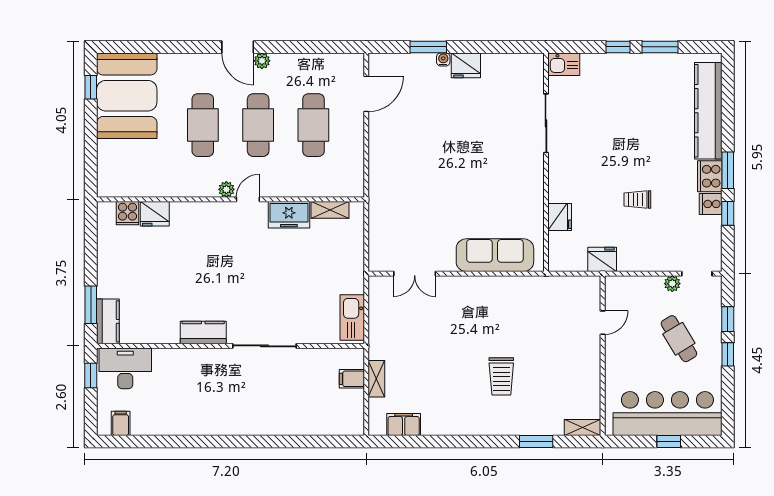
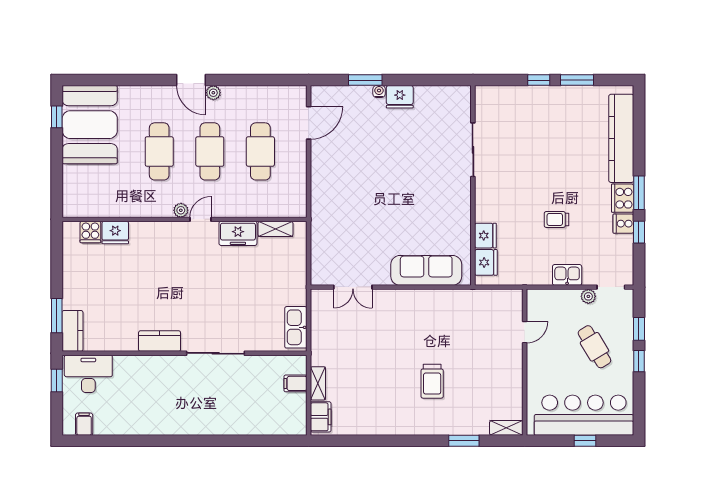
kitchen sink: (564, 64) -> (567, 275), moved, turned 180
fridge: (602, 259) -> (486, 262), moved, turned 90
filing cabinet: (404, 425) -> (321, 417), moved, turned 90

